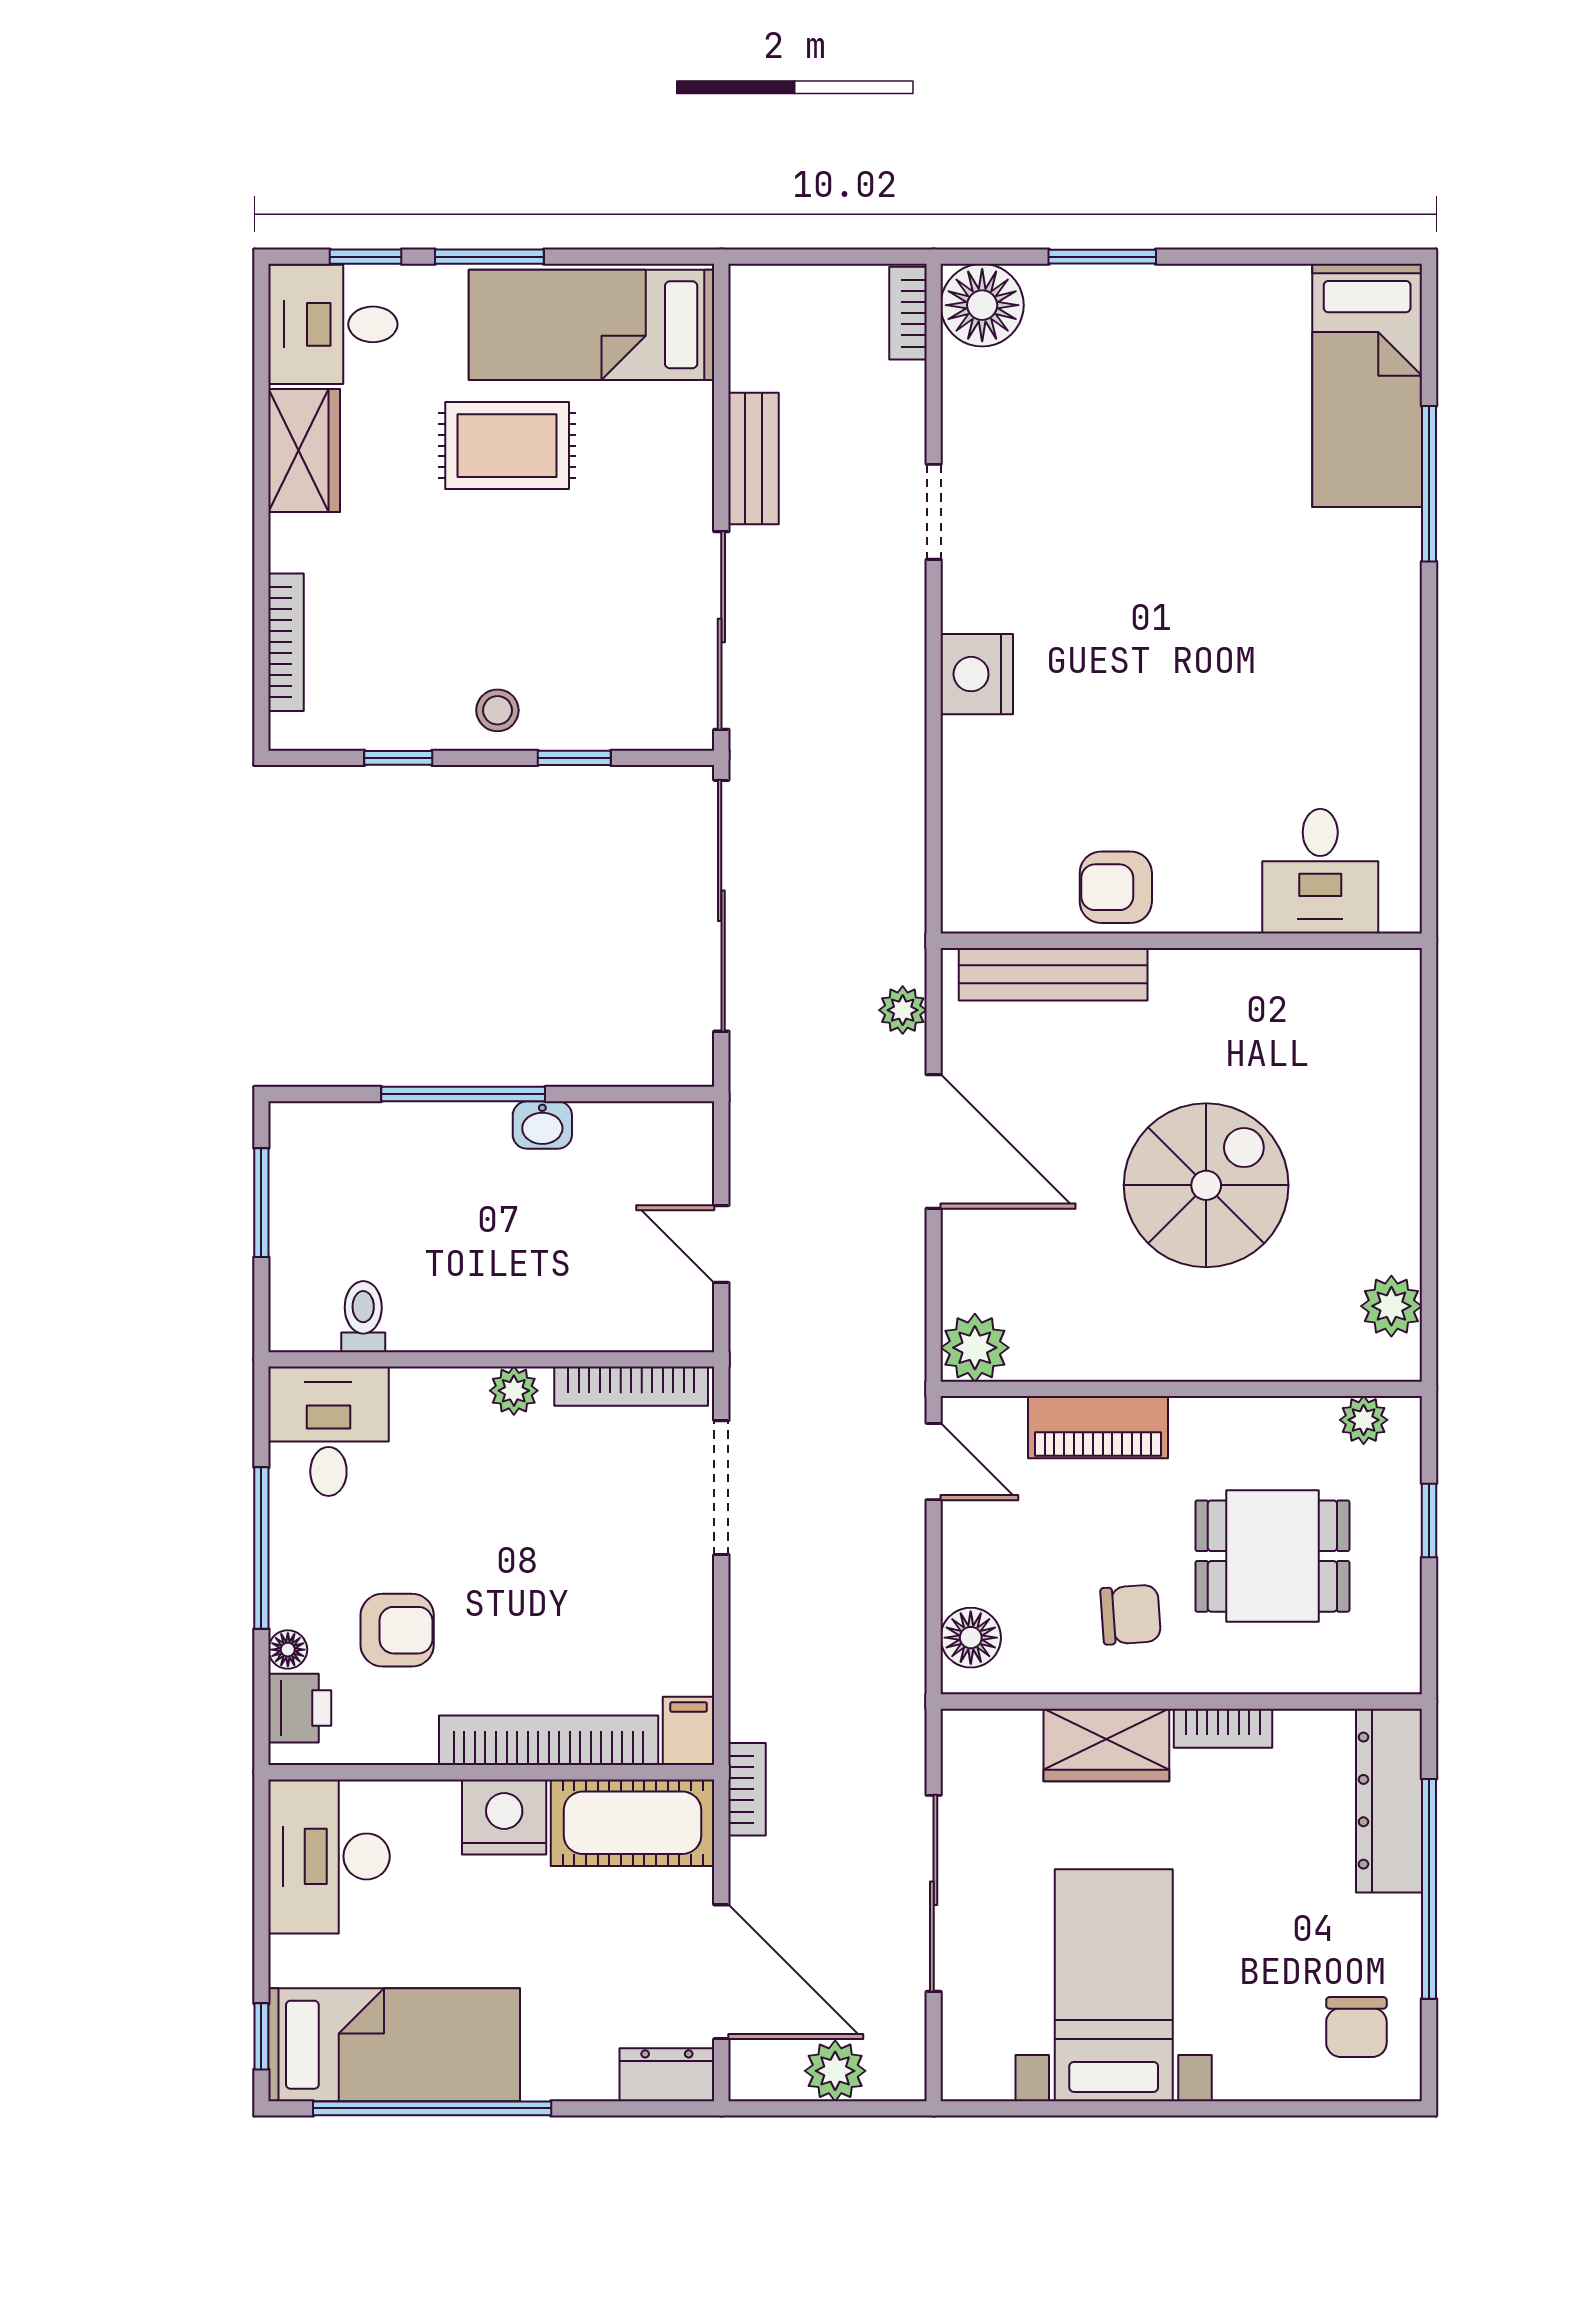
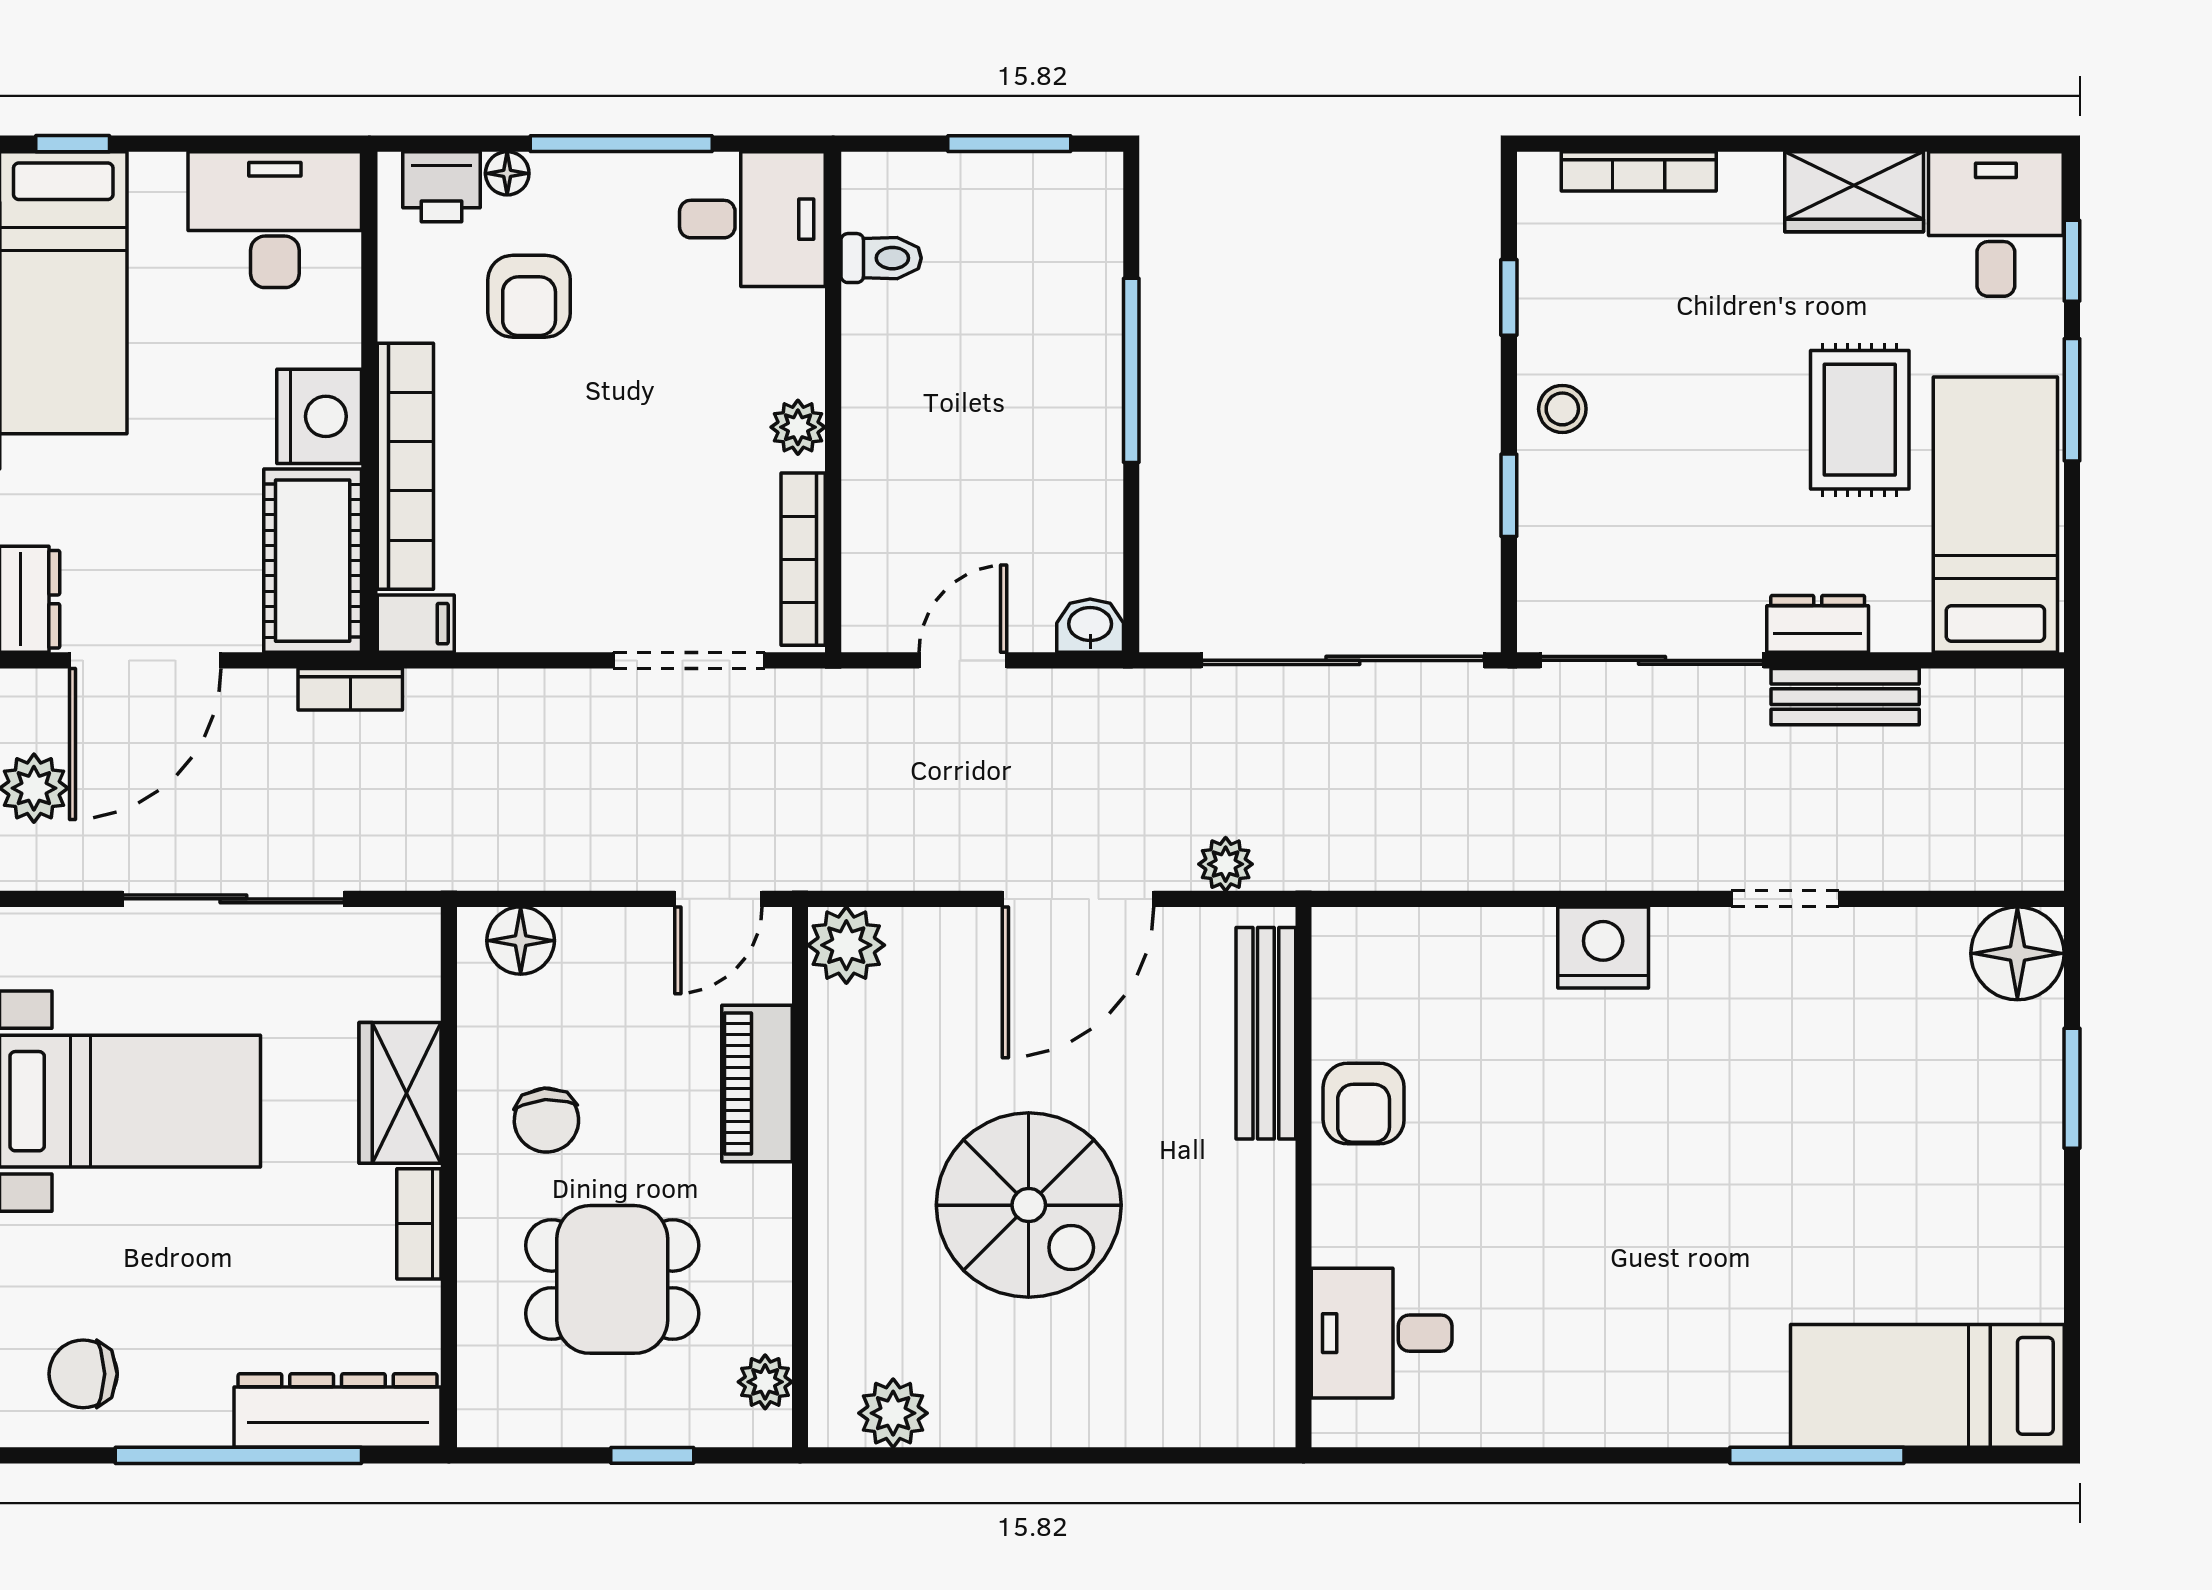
bookcase: (908, 313) -> (2009, 870), removed
dresser: (689, 483) -> (1818, 624), added
armchair: (1116, 887) -> (1364, 1104), turned 180
washbasin: (542, 1125) -> (1090, 626), moved, turned 90
dining table: (1272, 1556) -> (612, 1279), turned 90

